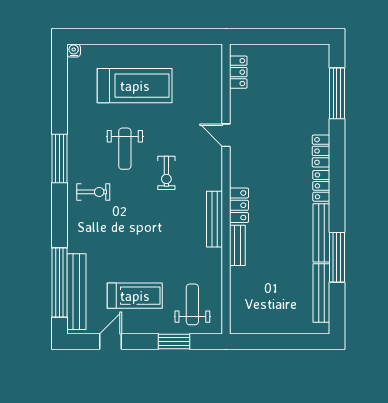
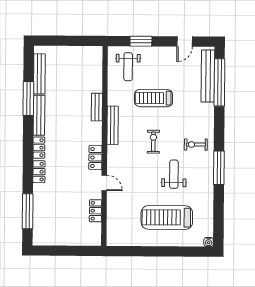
locker: (238, 72) -> (95, 211), moved
exercise bike: (166, 173) -> (153, 142), moved
locker: (239, 205) -> (95, 158), moved
treadmill: (135, 296) -> (154, 98), moved

